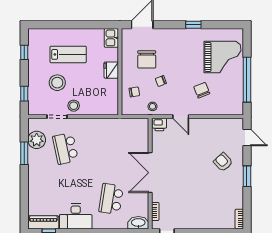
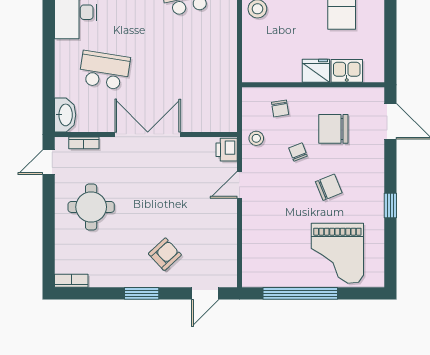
kitchen sink: (111, 38) -> (347, 71), moved
chair: (202, 90) -> (329, 187), moved
round table: (194, 207) -> (91, 207), added

